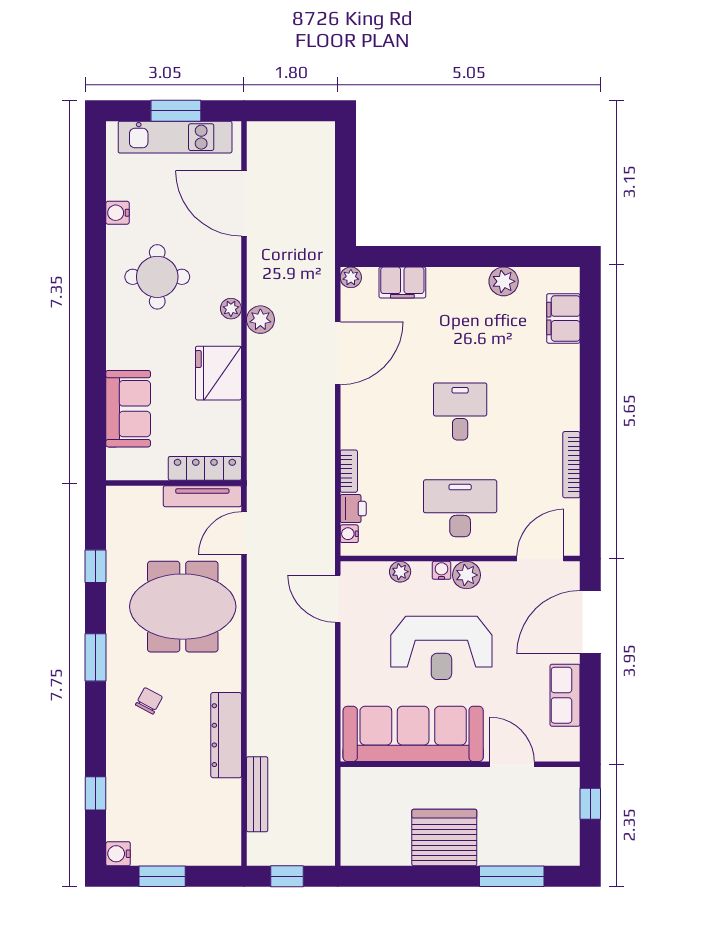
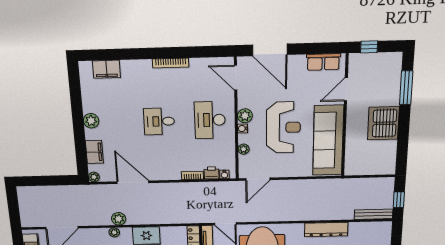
plant: (504, 281) -> (91, 121), moved
bookcase: (571, 465) -> (171, 63), moved
row of seats: (565, 695) -> (323, 62), moved
bench: (257, 794) -> (374, 214), moved

